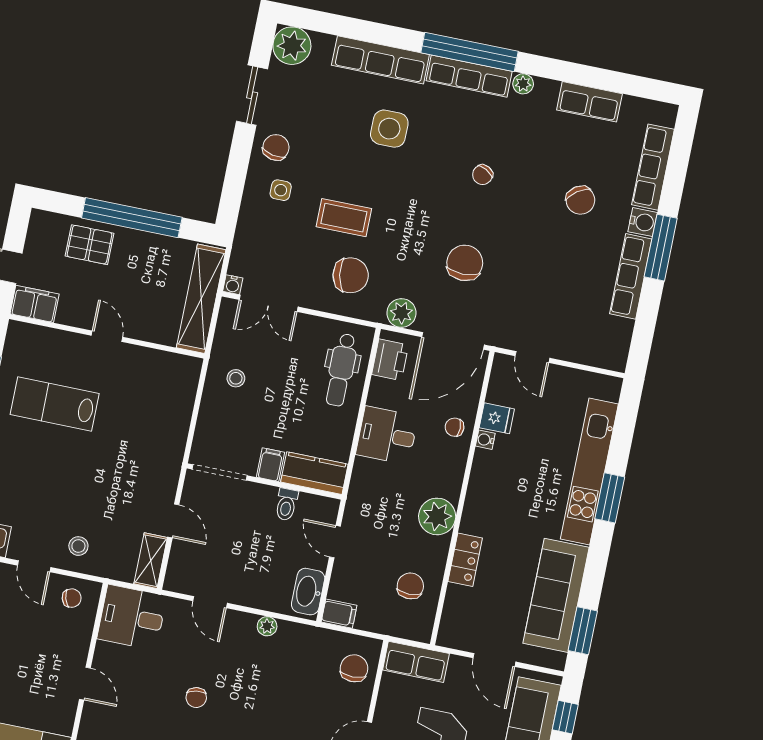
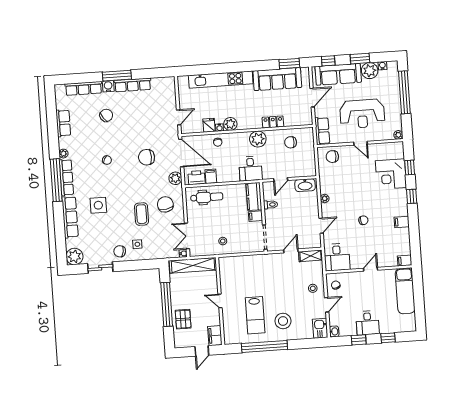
double door: (269, 303) -> (187, 236), swing flipped
door: (107, 336) -> (220, 301), hinge flipped
desk: (387, 435) -> (250, 169), moved
stool: (25, 461) -> (283, 321), added
plant: (487, 466) -> (230, 124), added
window: (610, 498) -> (230, 68), removed
filing cabinet: (339, 614) -> (211, 176), moved

